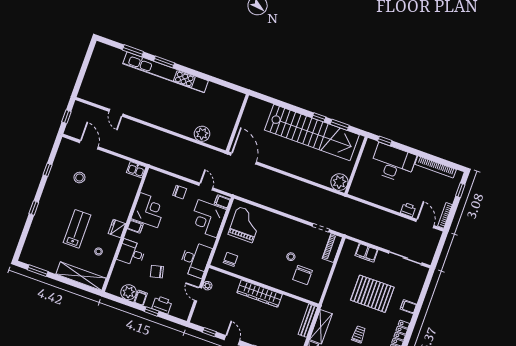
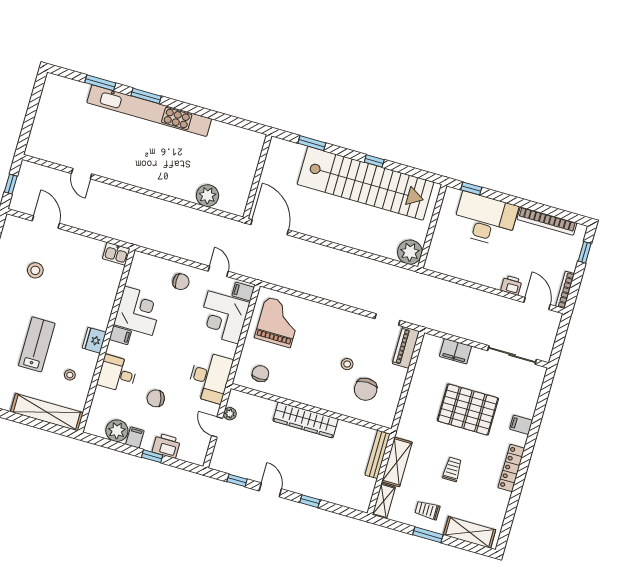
window: (340, 125) -> (312, 143), moved

